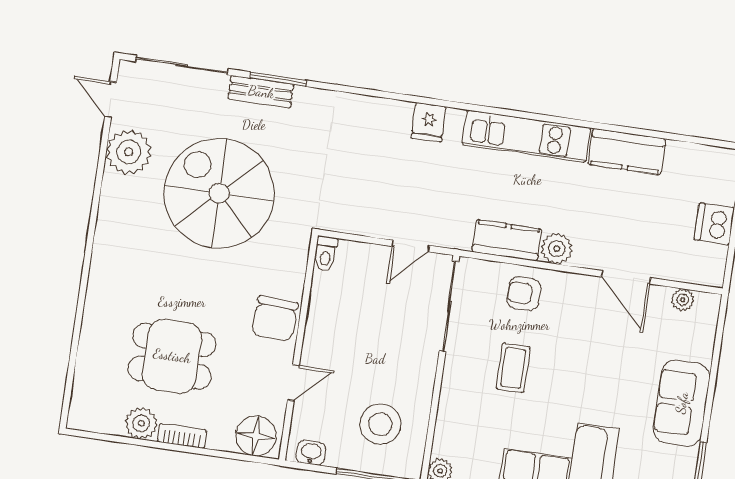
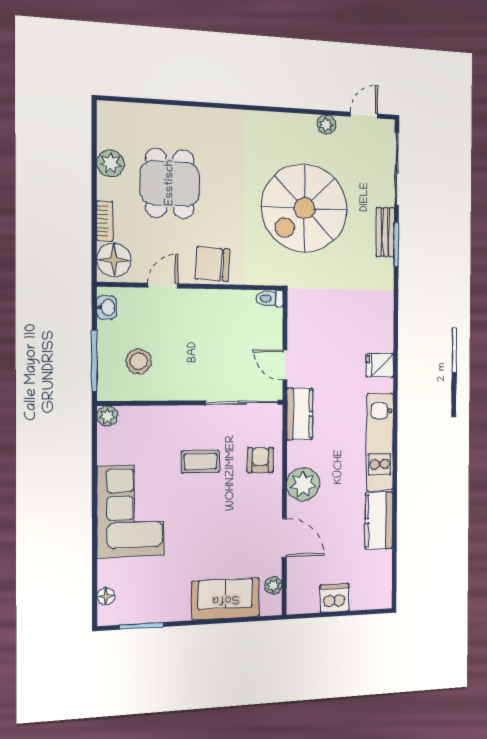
plant: (129, 152) -> (326, 125), width x0.53, depth x0.53
spiral stairs: (219, 193) -> (304, 208), turned 180
kitchen counter: (507, 240) -> (300, 414), moved
plant: (557, 249) -> (303, 484), width x1.36, depth x1.36
door: (626, 277) -> (284, 538), swing flipped
door: (293, 383) -> (163, 286), swing flipped
sofa: (682, 403) -> (226, 599), moved
stool: (380, 424) -> (139, 361), width x0.73, depth x0.73
bookcase: (182, 436) -> (105, 221), moved

